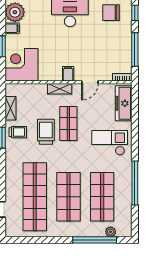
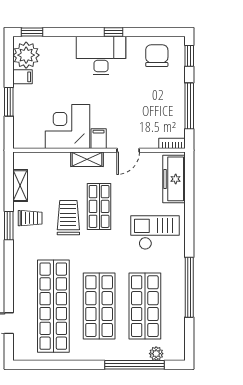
chair: (111, 13) -> (157, 56), turned 90
corner desk: (21, 65) -> (68, 126), moved

